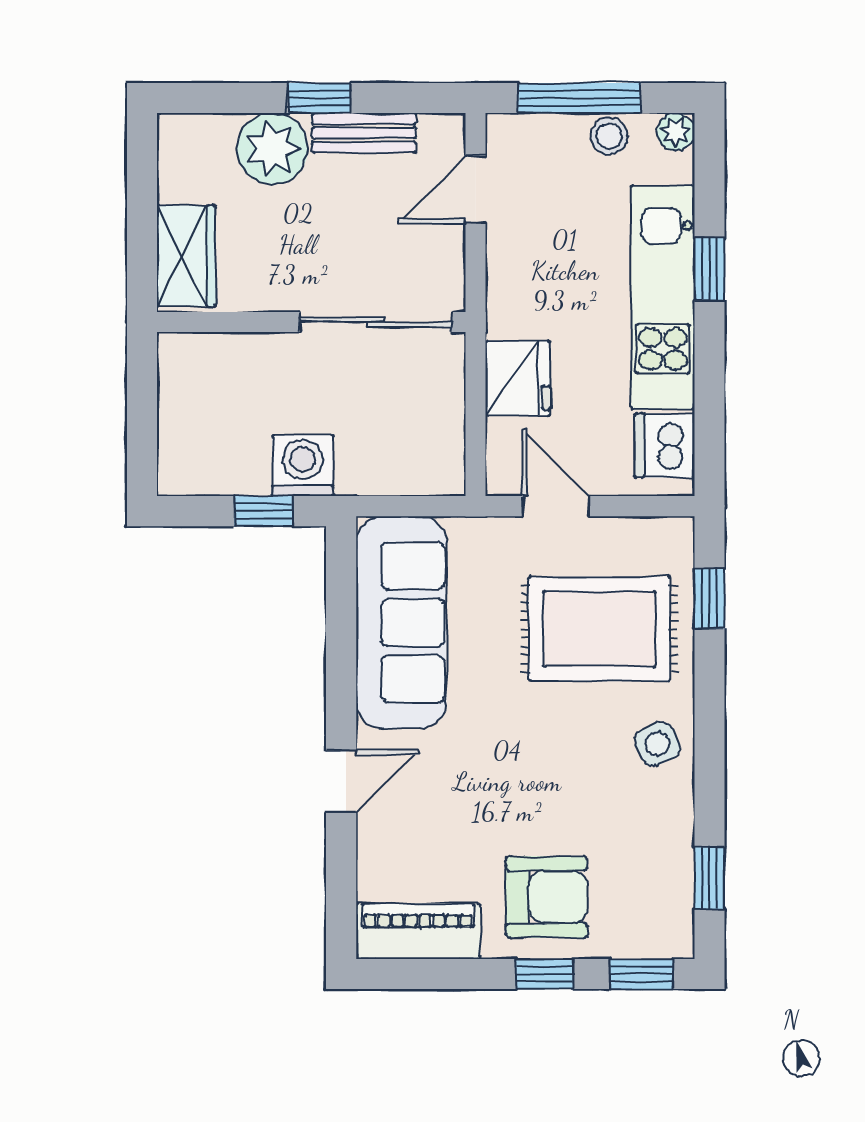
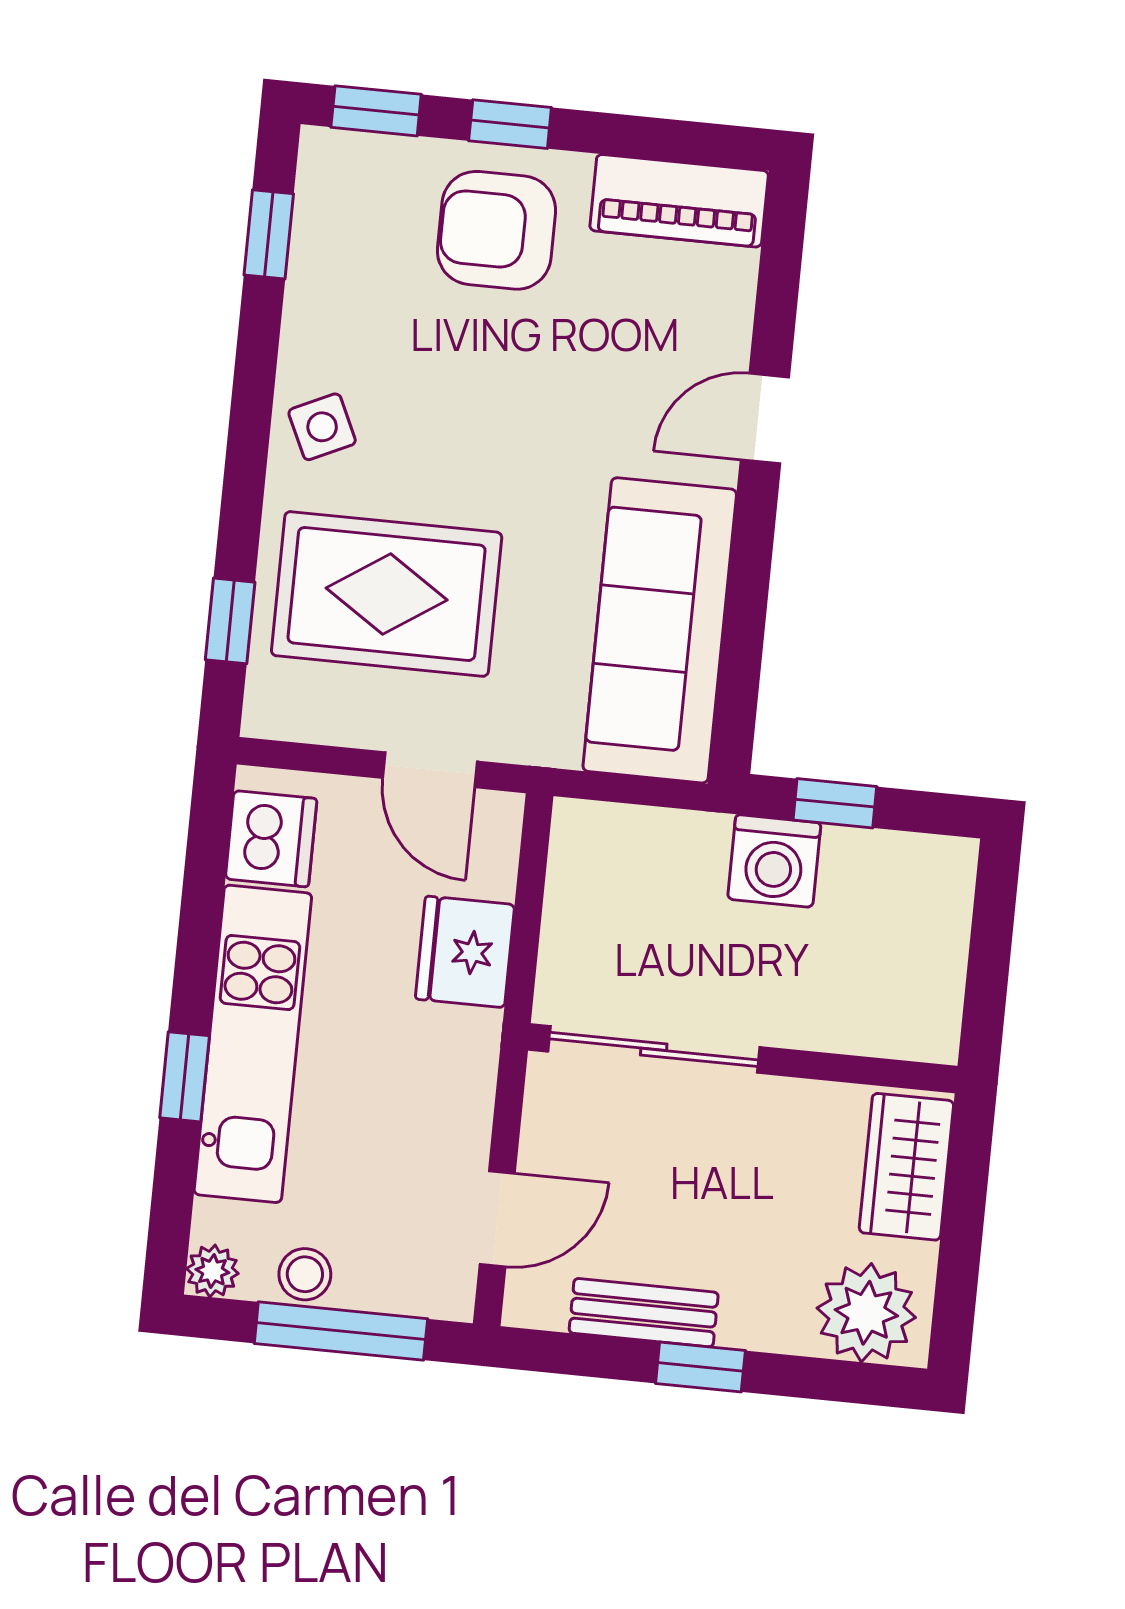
plant: (272, 149) -> (866, 1313), moved

